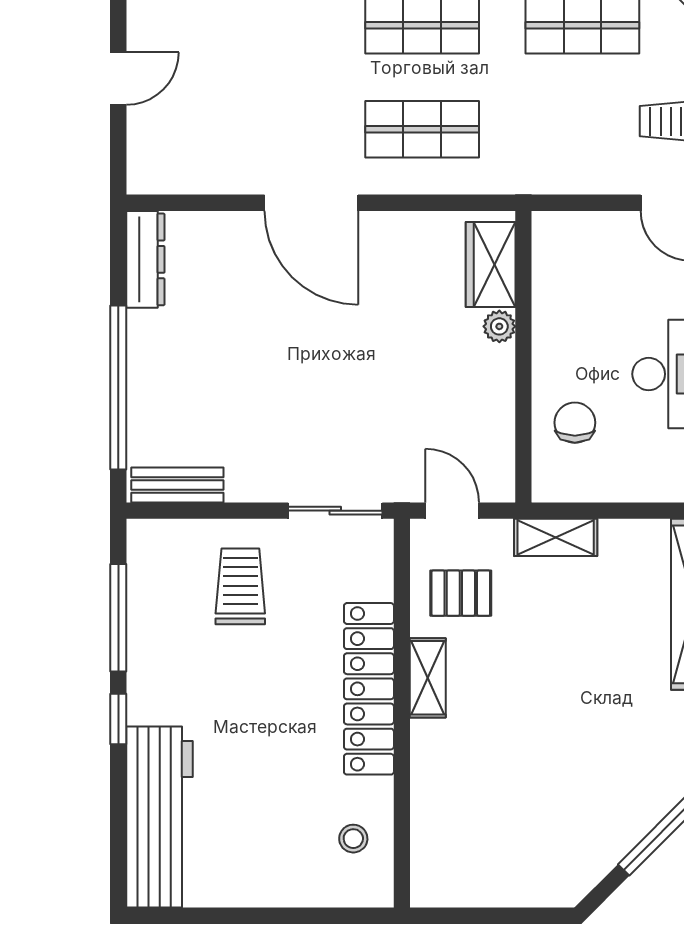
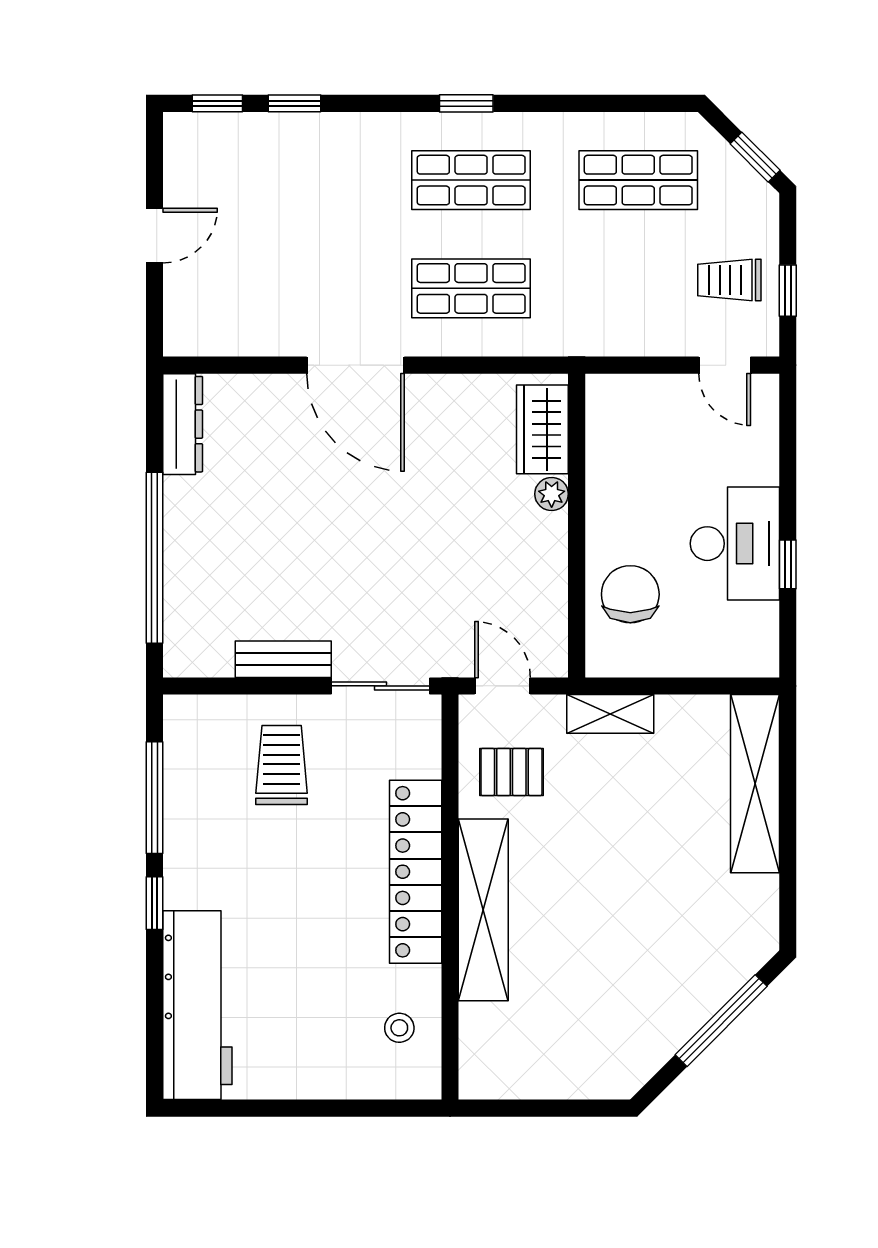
chair: (575, 423) -> (630, 594), width x1.37, depth x1.37
bench: (177, 485) -> (283, 659), moved
shelving: (428, 678) -> (483, 910), width x2.20, depth x1.33

